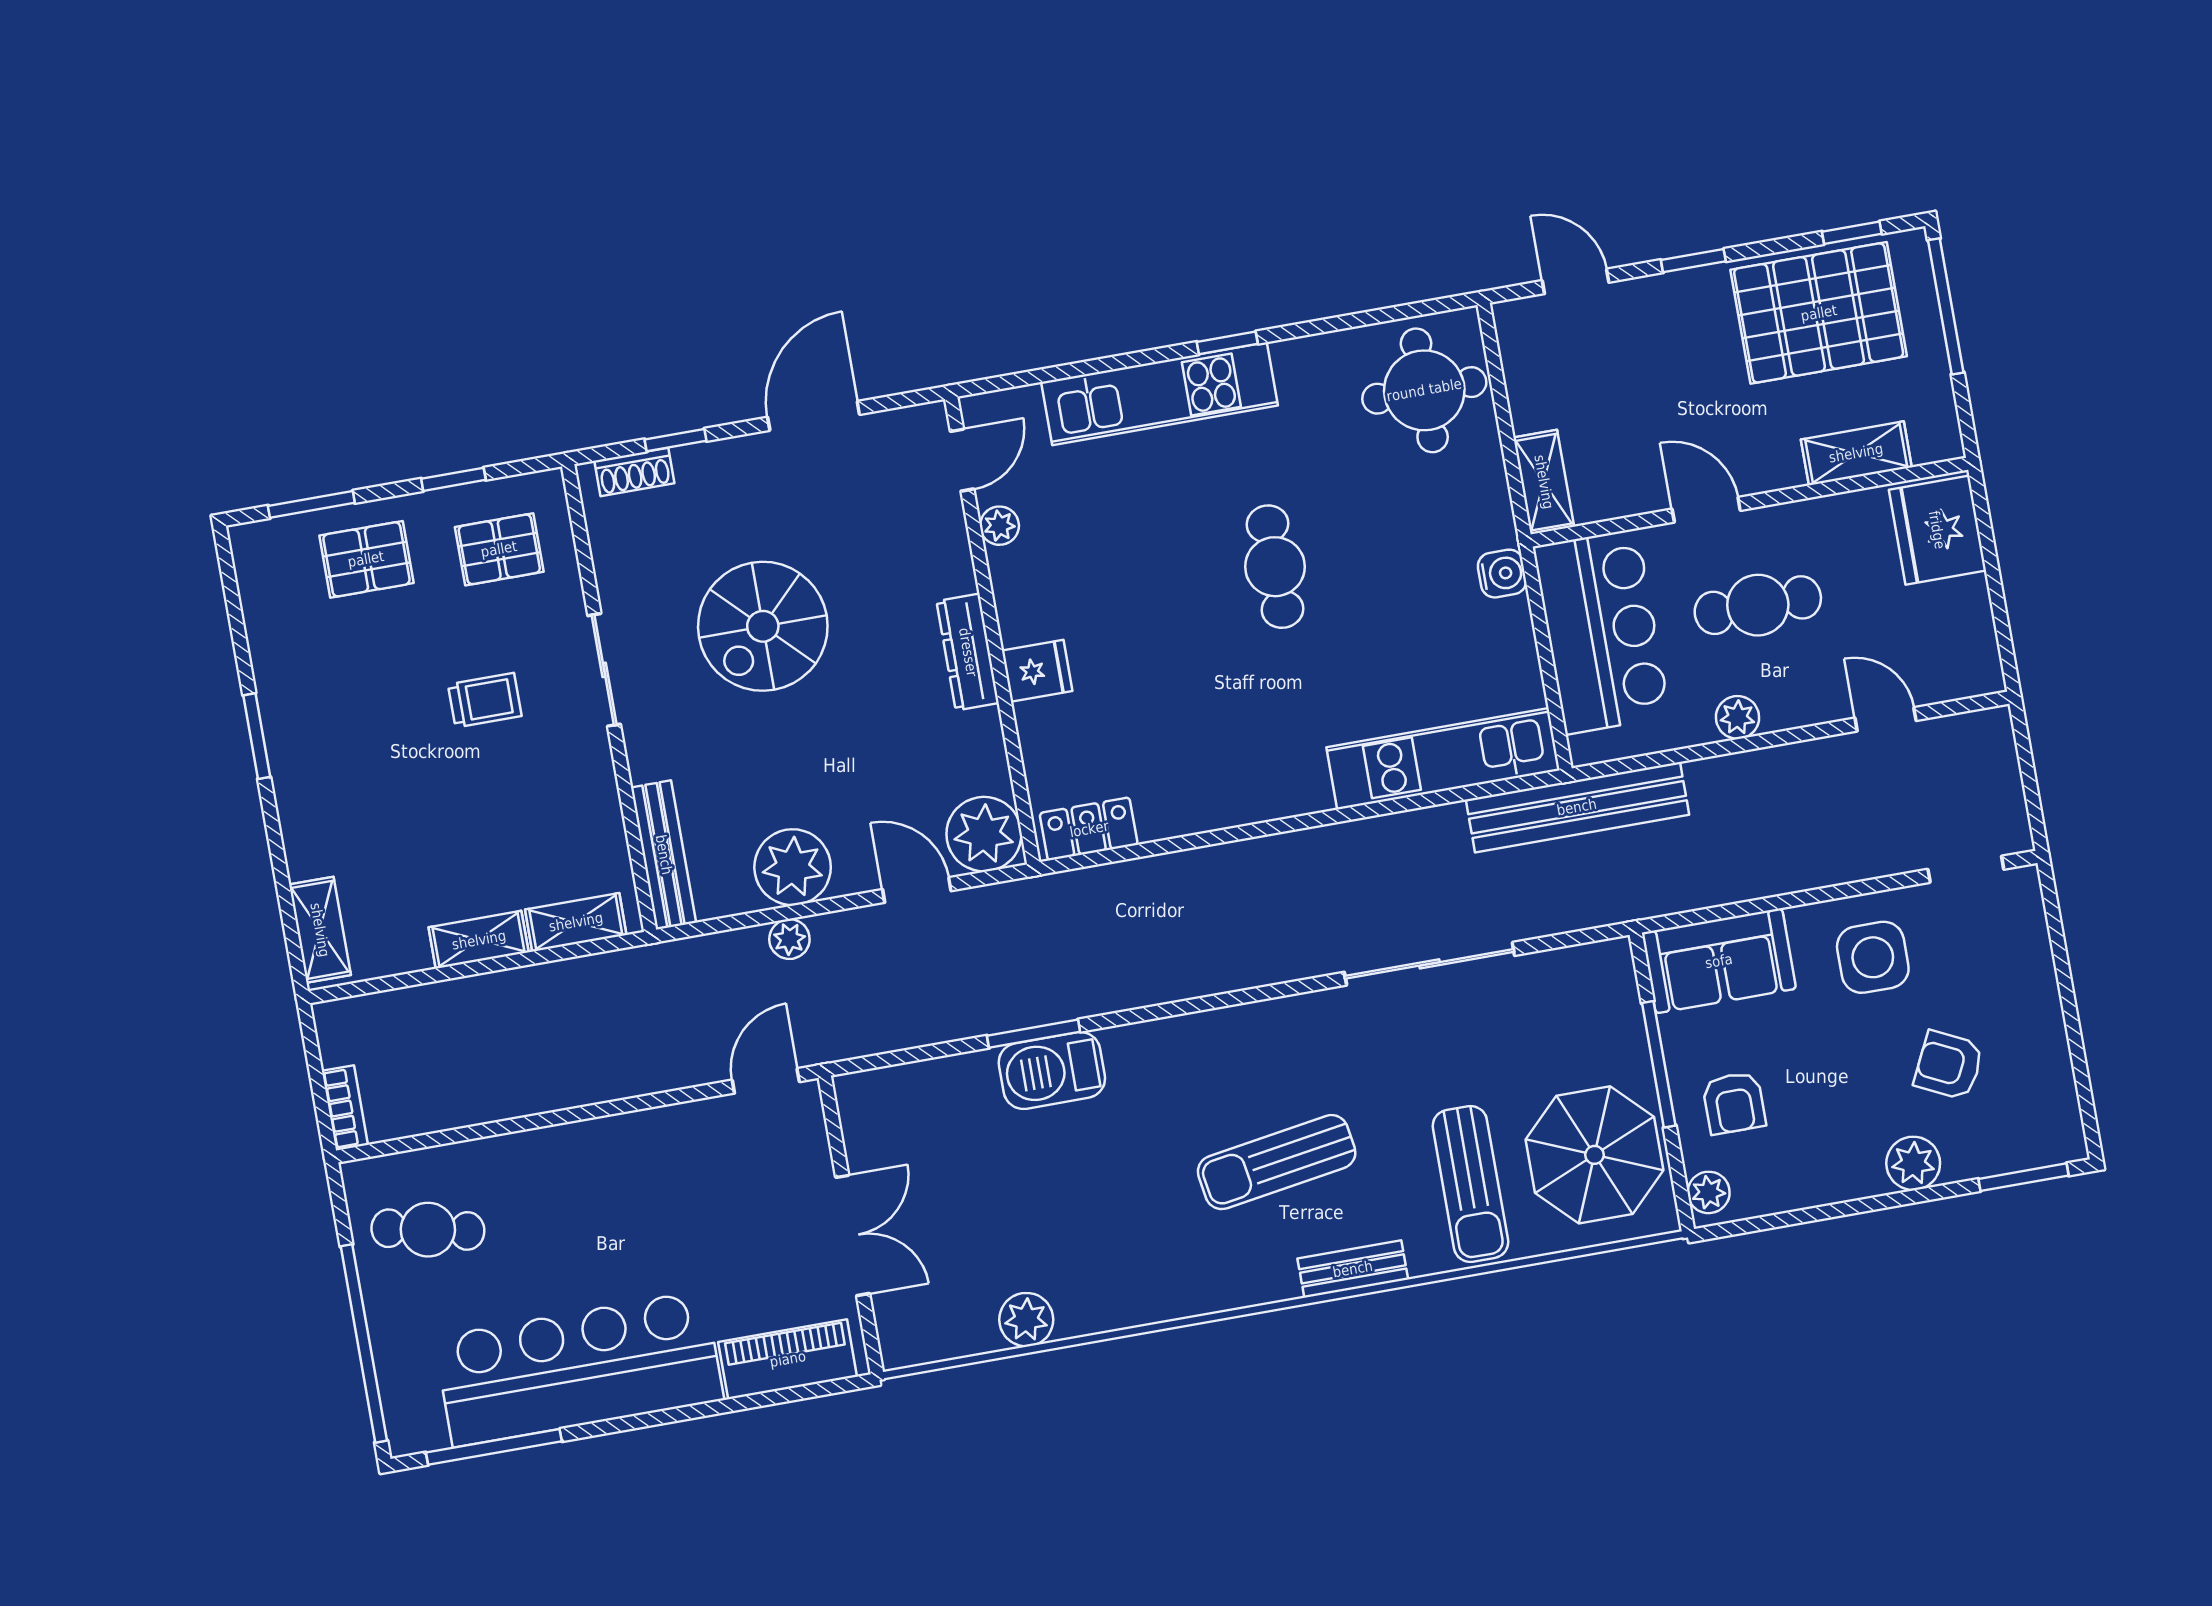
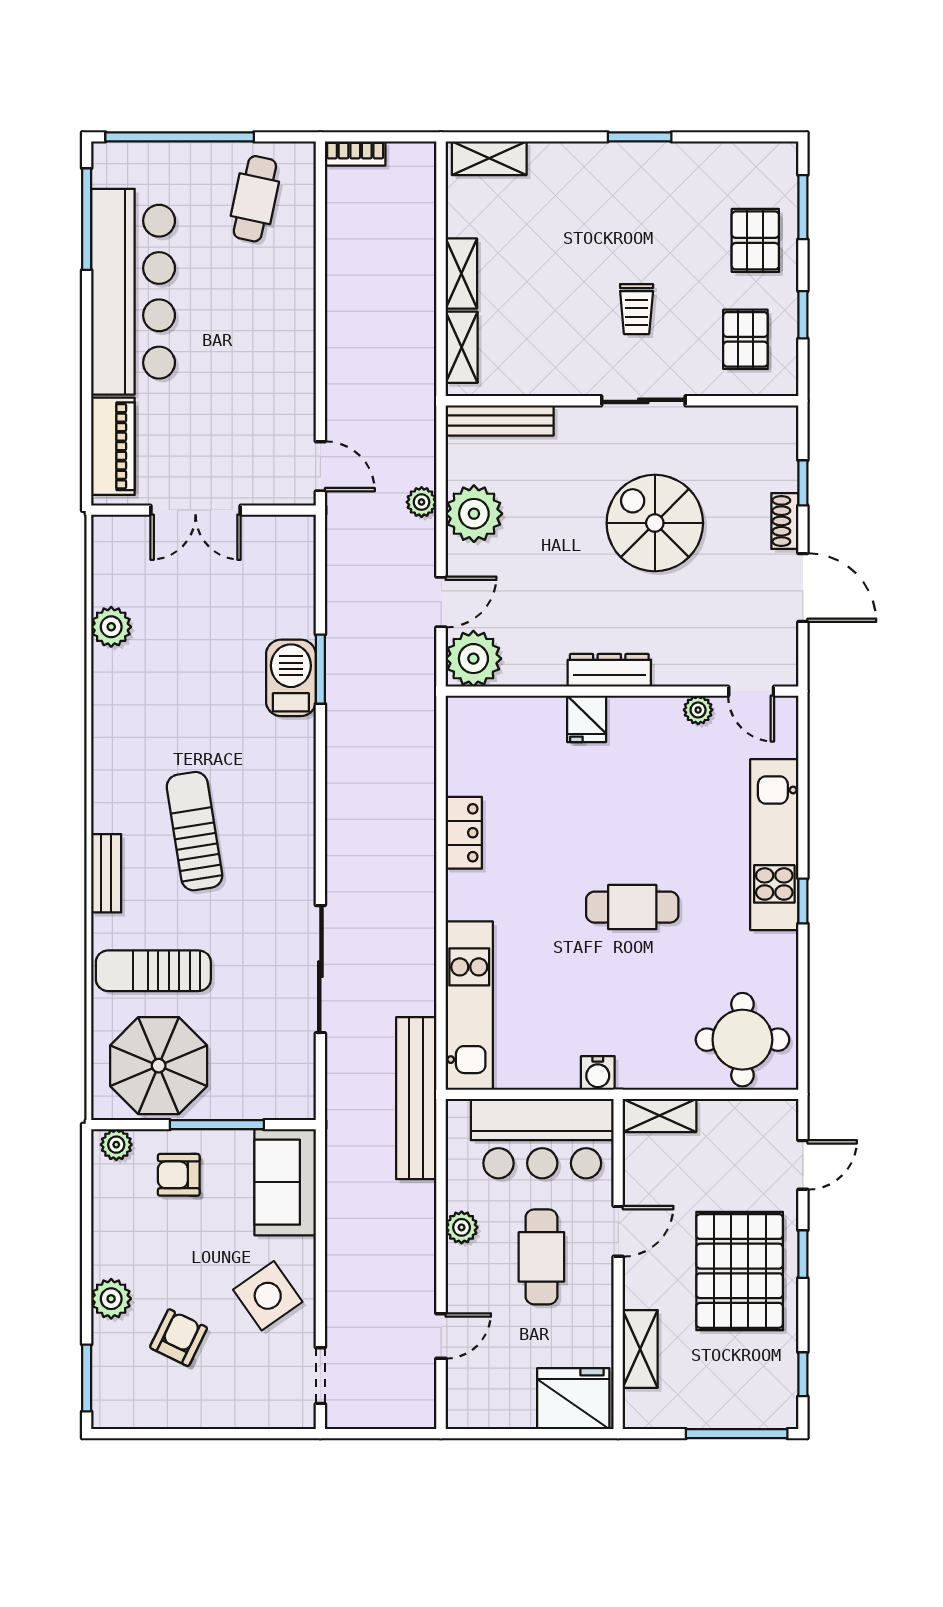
pallet: (1819, 313) -> (740, 1271), moved
shoe rack: (634, 472) -> (785, 521), moved
locker: (1089, 829) -> (464, 833), moved
side table: (1873, 957) -> (268, 1296), turned -35

